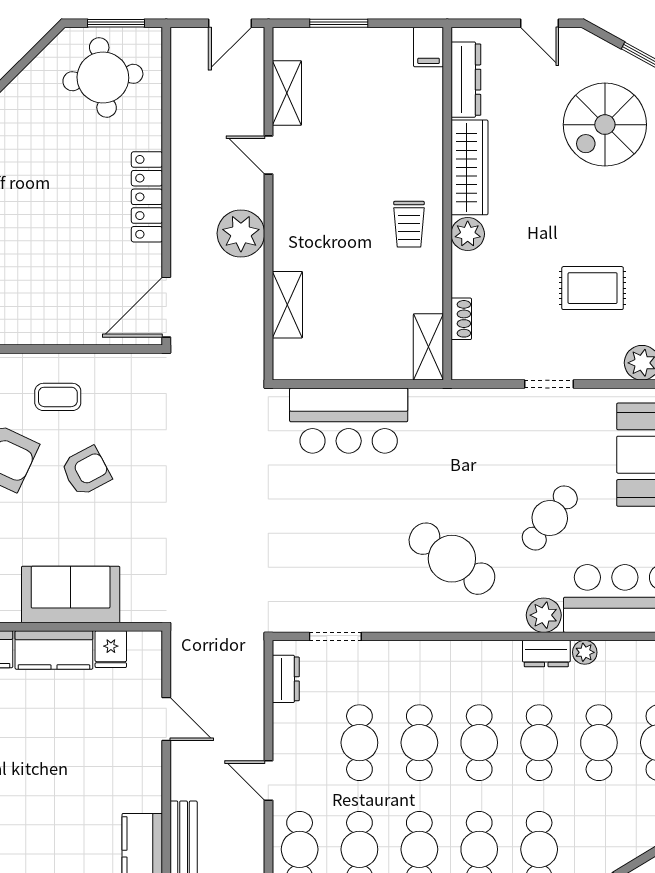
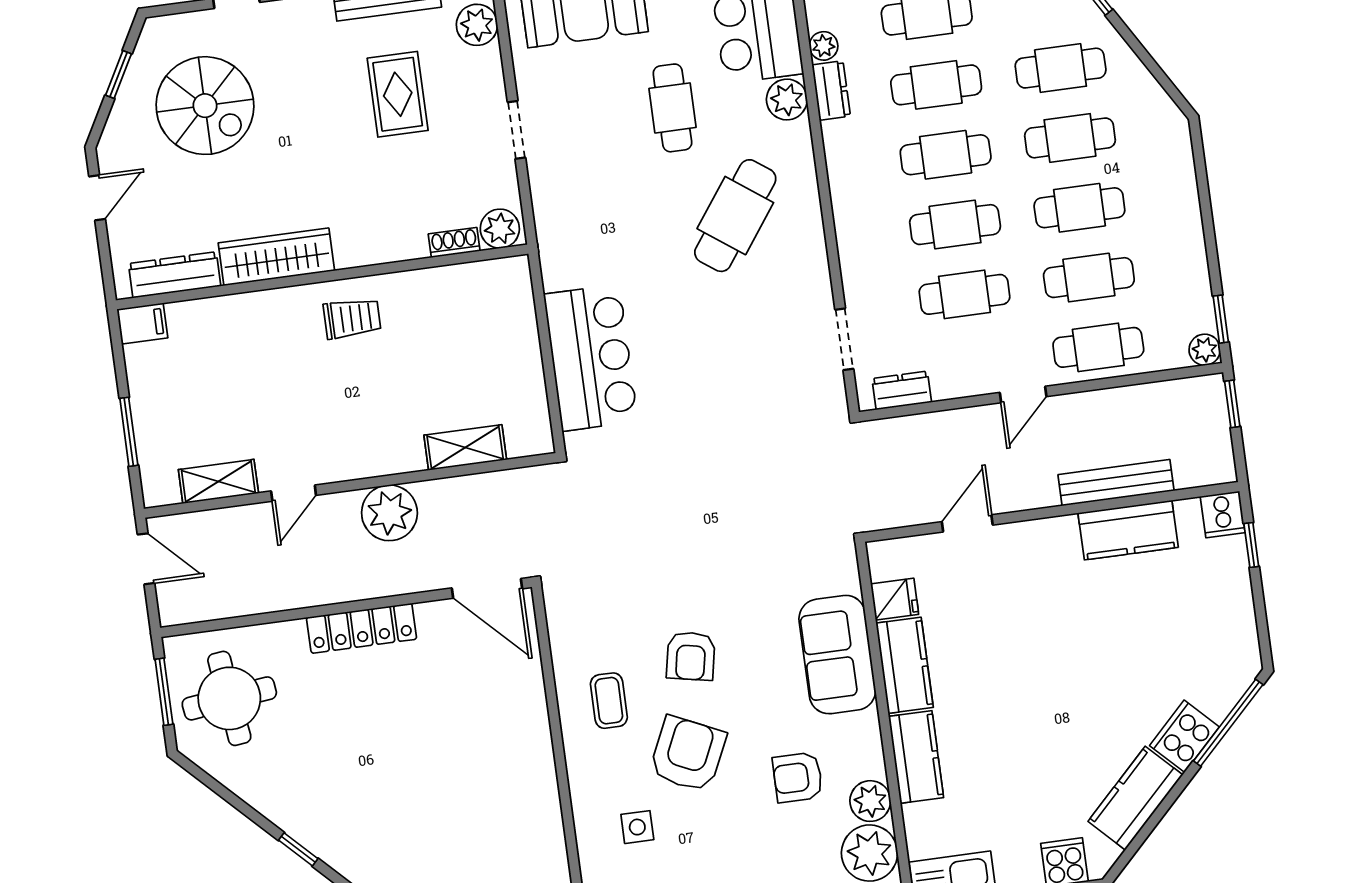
plant: (468, 234) -> (500, 229), moved
shelving: (428, 347) -> (492, 276), removed
armchair: (86, 471) -> (691, 656), turned -141
cafe table: (550, 518) -> (672, 108), turned 53

